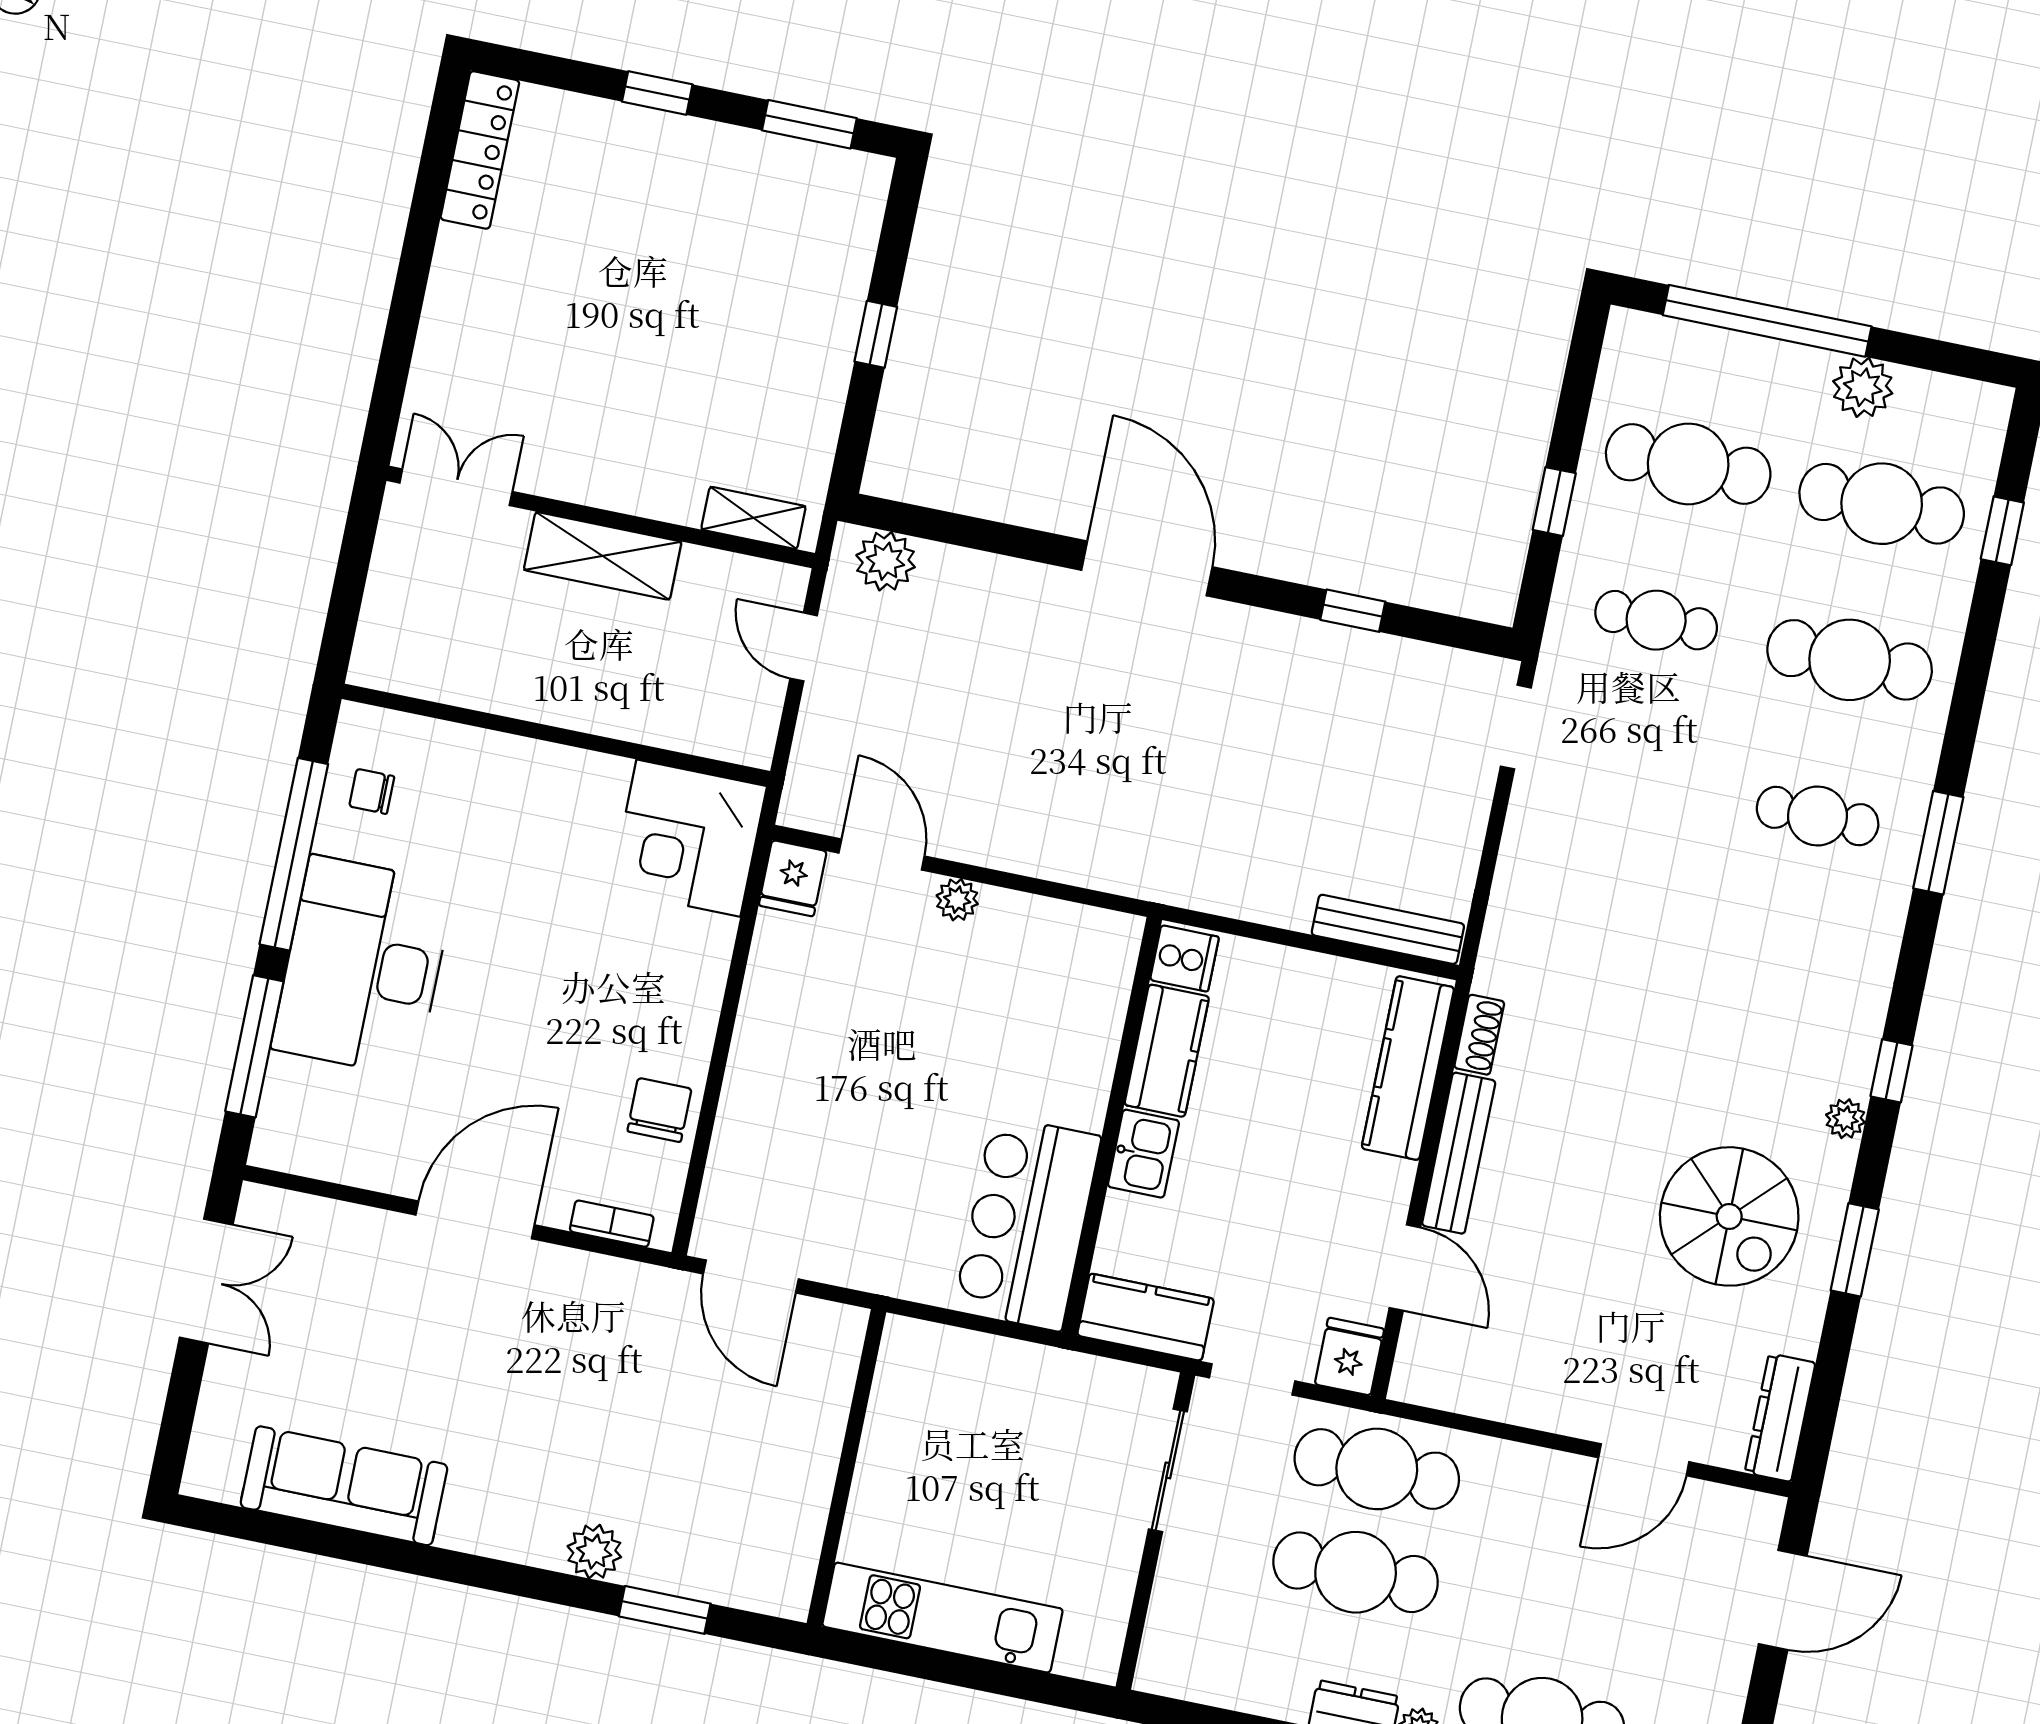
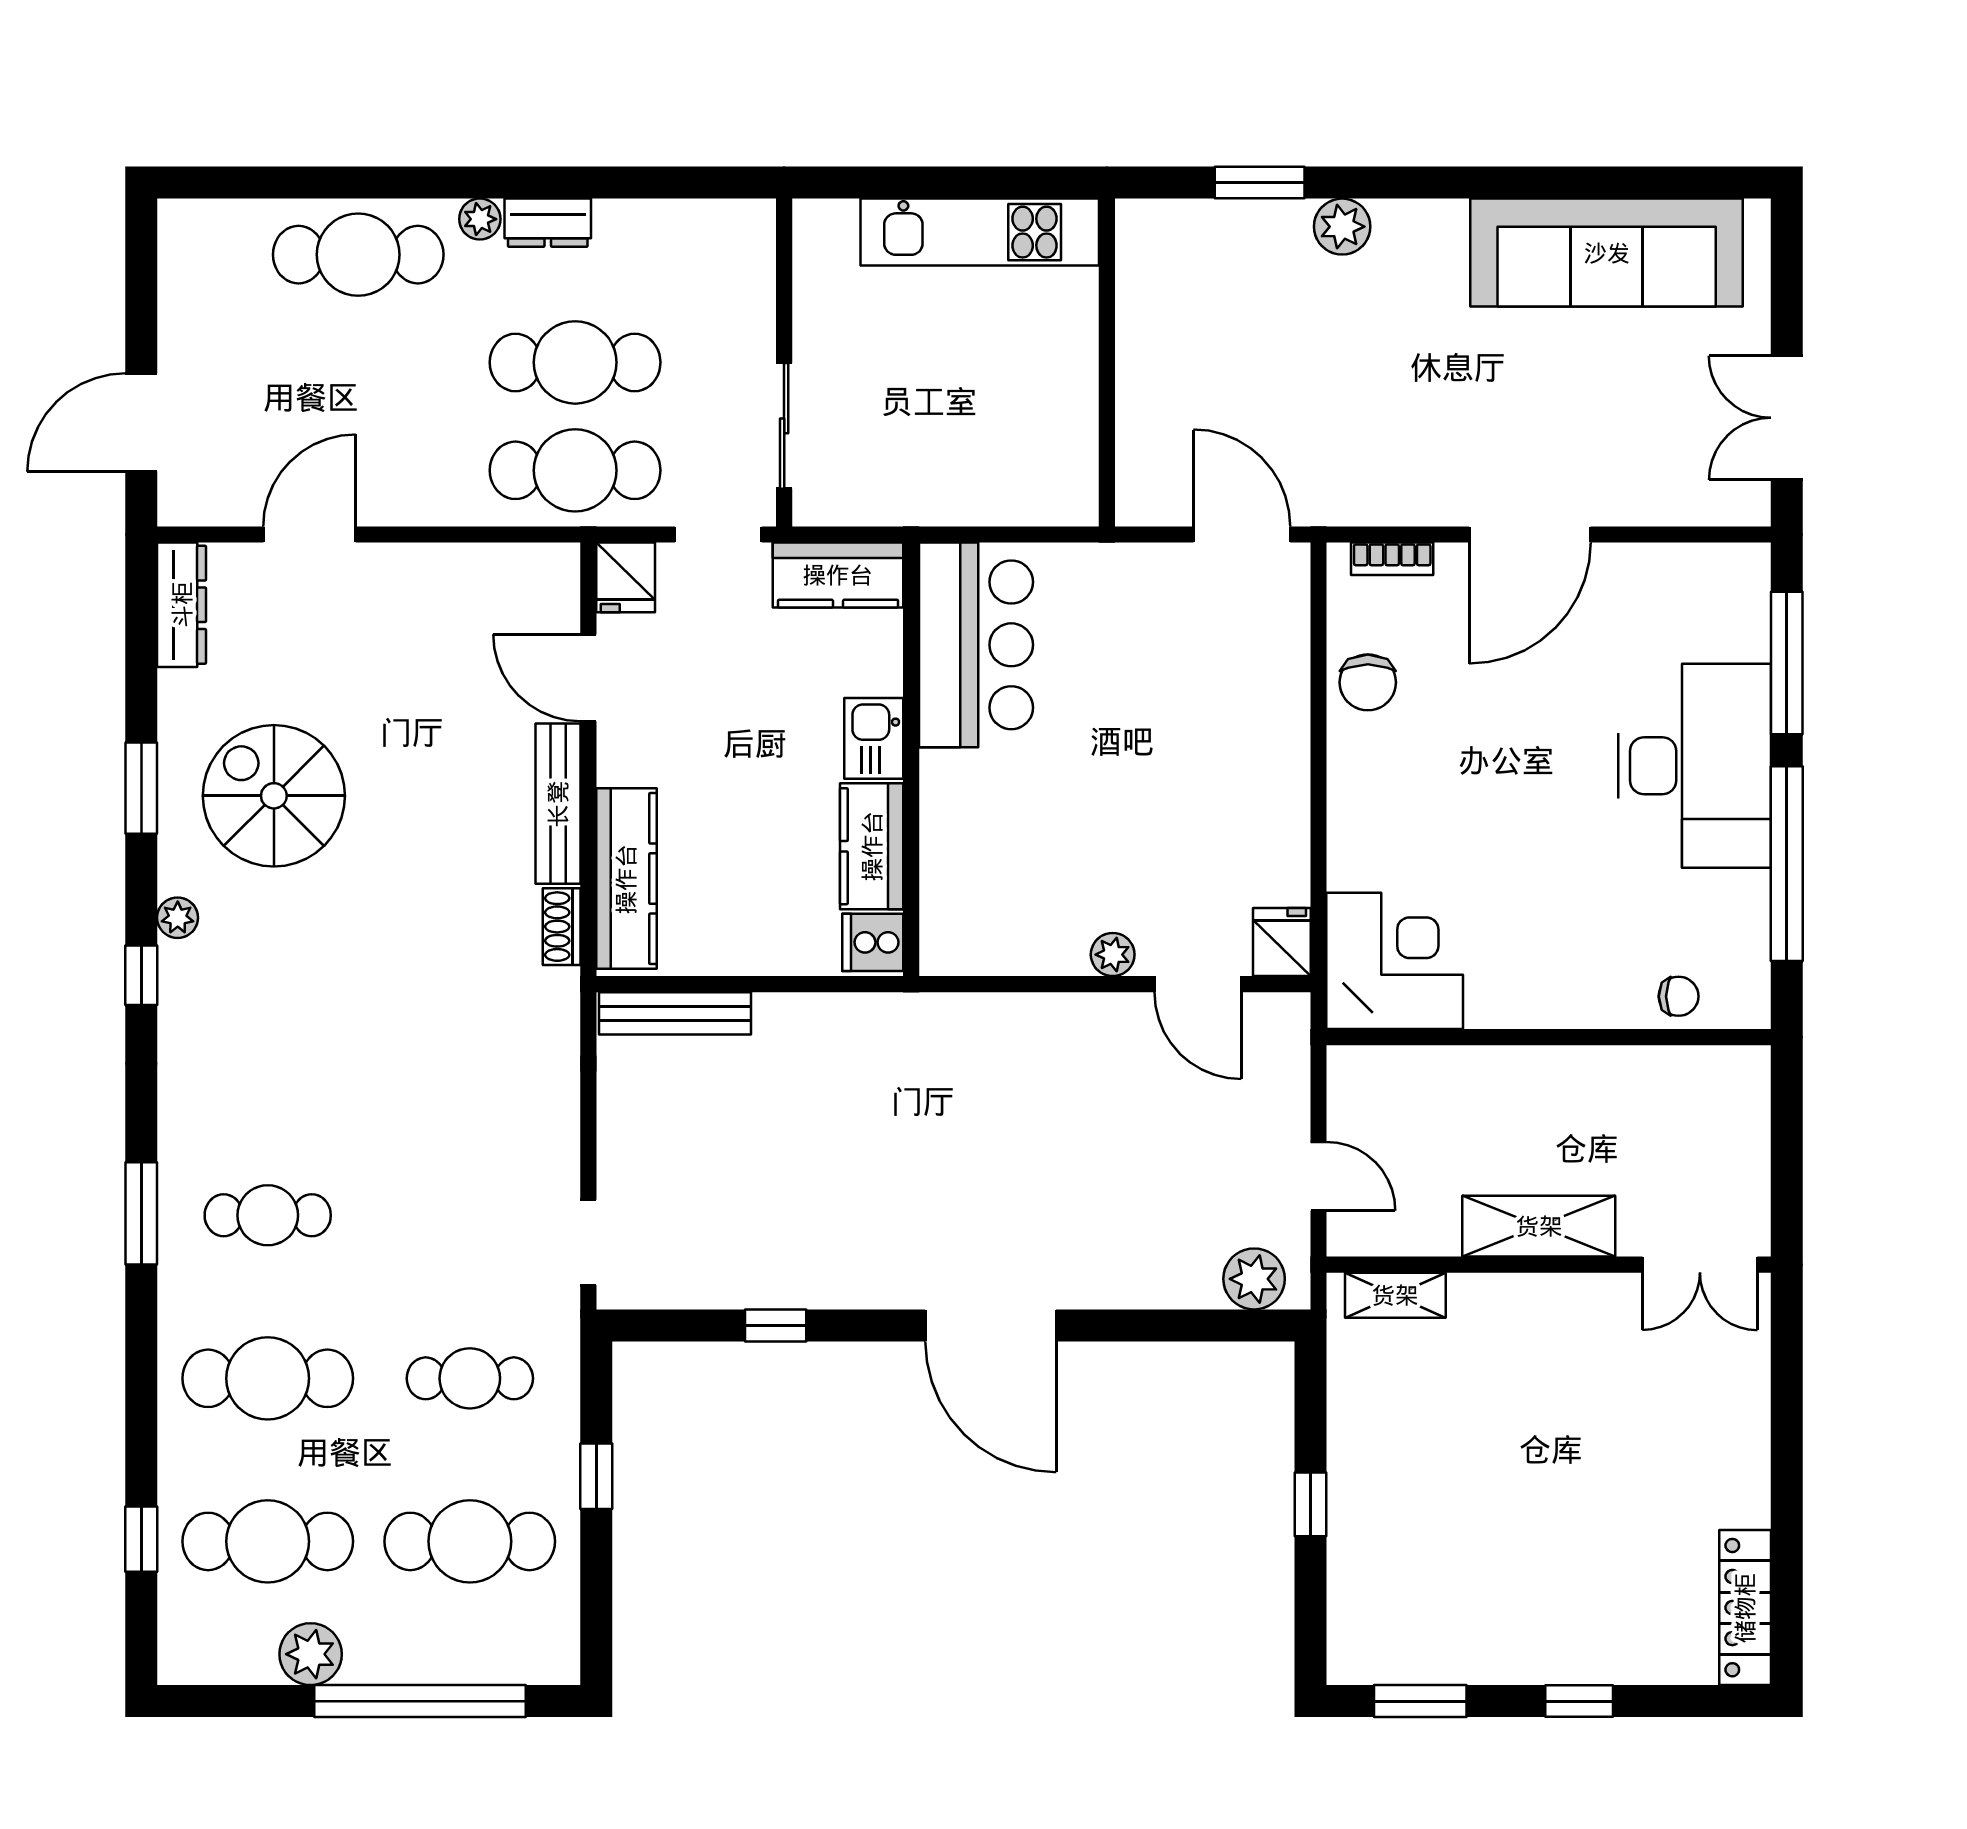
chair: (372, 791) -> (1679, 996), moved
sofa: (344, 1486) -> (1607, 253), width x1.36, depth x1.27

